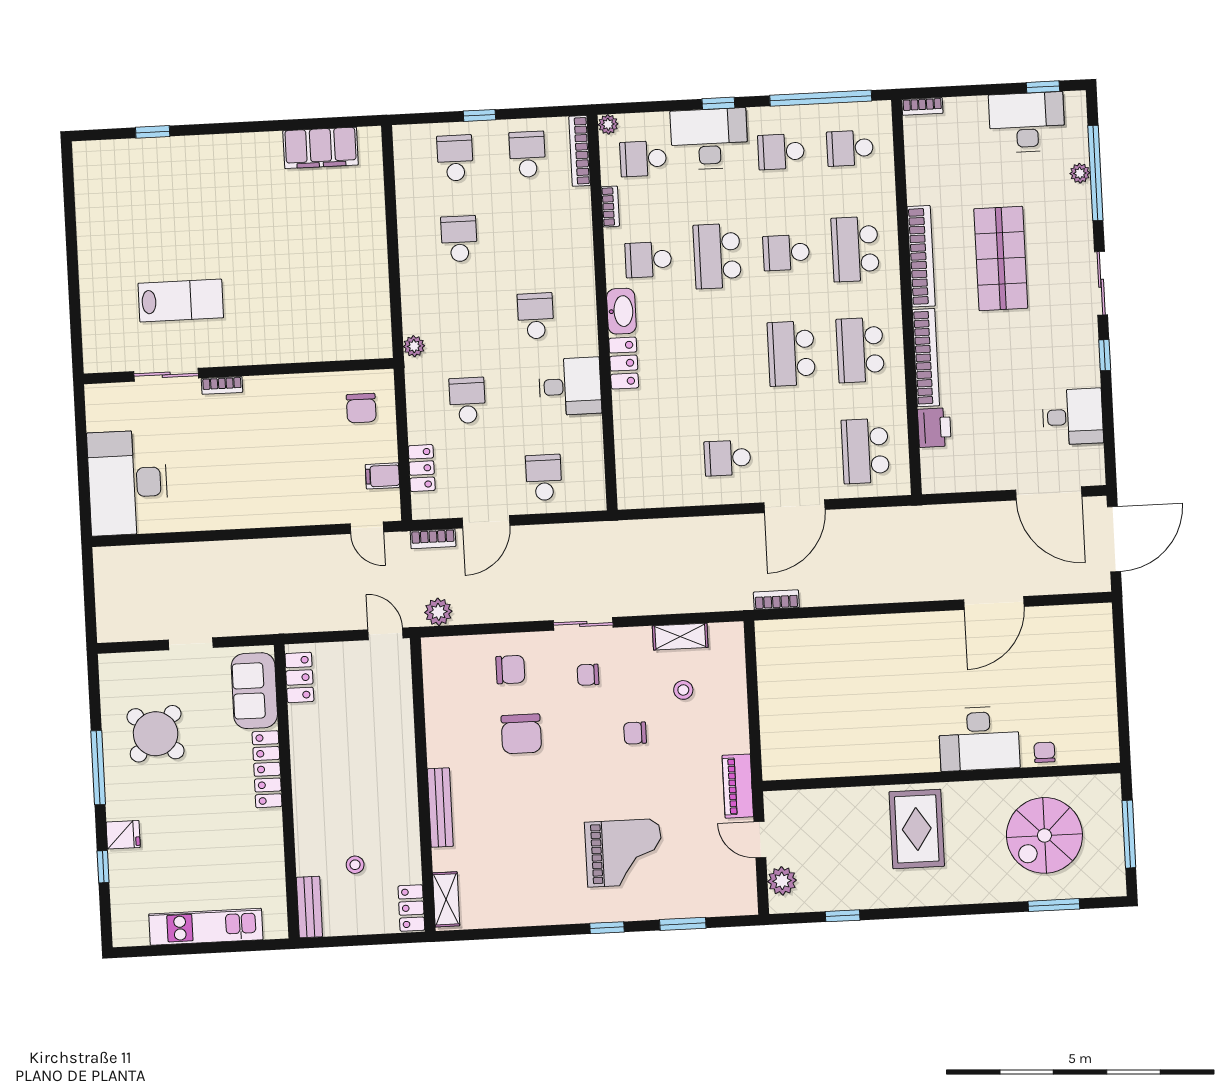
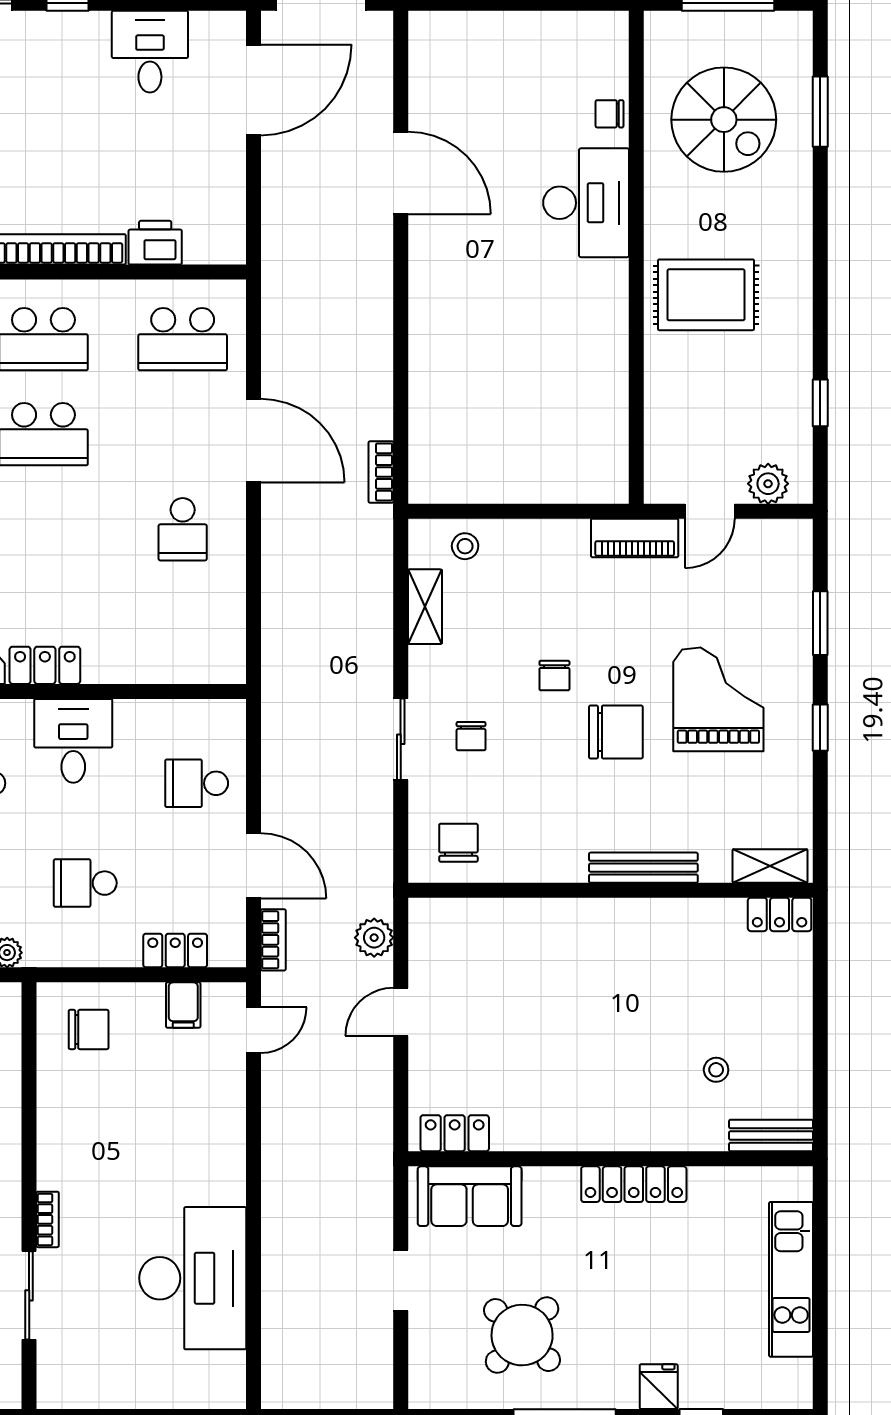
desk: (128, 483) -> (193, 1278), moved, turned -90
stool: (683, 690) -> (465, 546), moved
chair: (521, 734) -> (616, 732), moved
locker: (267, 769) -> (634, 1184), moved
wall: (423, 785) -> (611, 890), moved
bench: (440, 808) -> (643, 868), moved
shelving: (446, 899) -> (770, 866), moved
locker: (411, 908) -> (780, 914), moved

